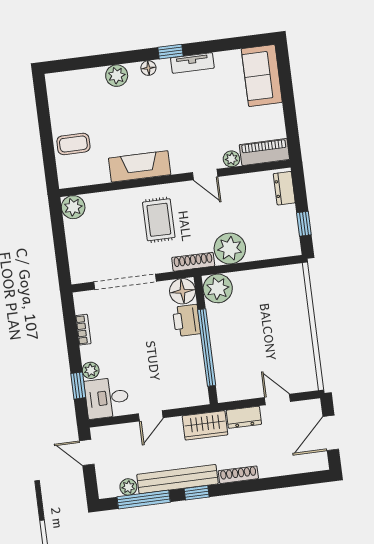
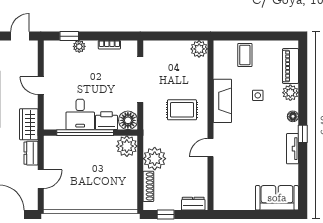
side table: (126, 119) -> (258, 95), added
piano: (264, 152) -> (291, 66), moved, turned 180
plant: (231, 159) -> (219, 168), removed
shoe rack: (193, 262) -> (148, 186), moved
desk: (107, 398) -> (80, 114), moved, turned 180

